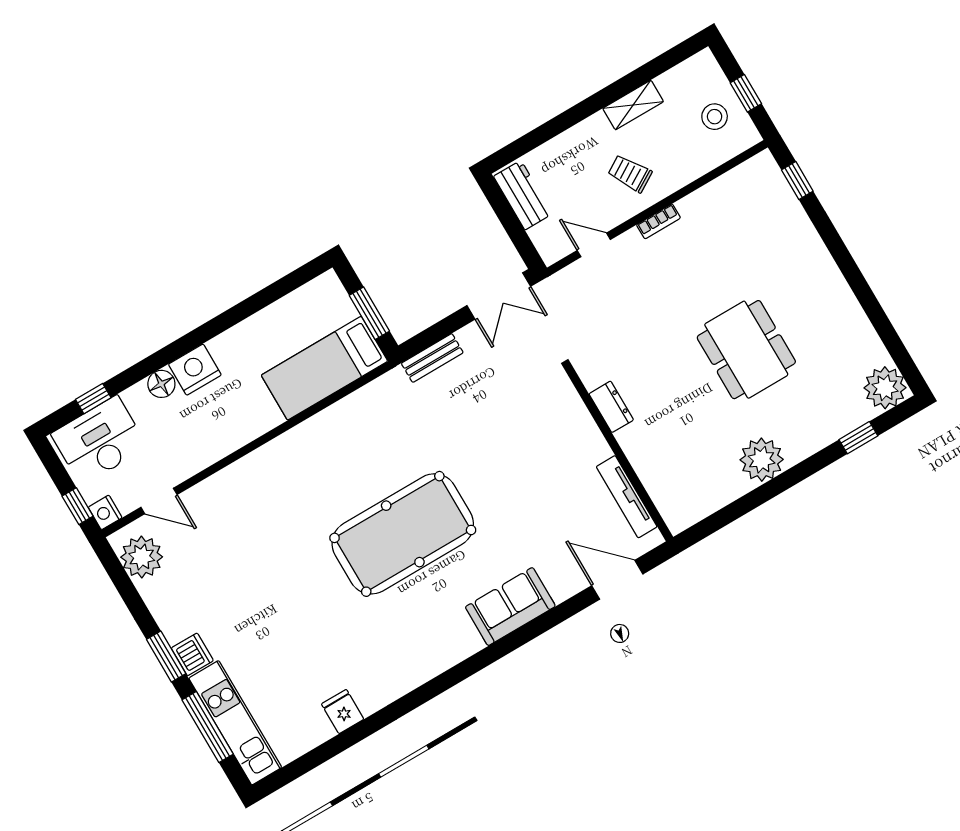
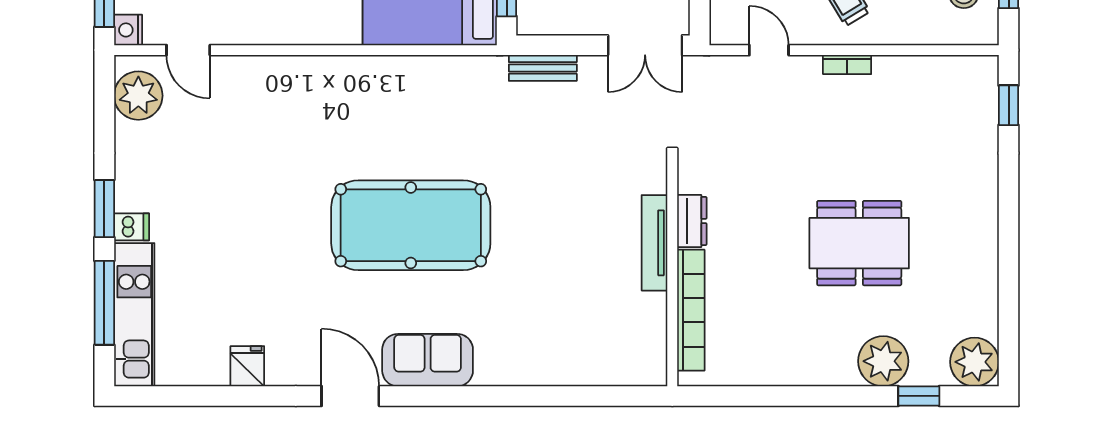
dining table: (746, 350) -> (859, 243), turned 90
plant: (762, 460) -> (883, 361), moved
bookcase: (650, 474) -> (691, 310), added
tv unit: (627, 497) -> (655, 243), moved
door: (617, 580) -> (350, 396), moved
sofa: (510, 607) -> (428, 360), moved
dishwasher: (192, 654) -> (132, 227), width x0.73

